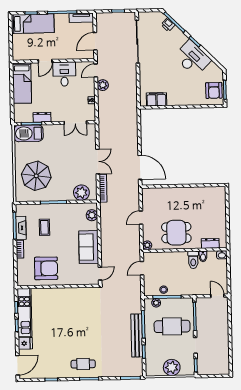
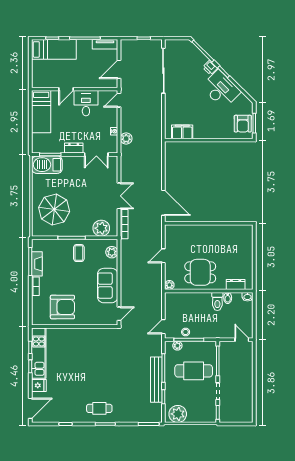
printer: (168, 25) -> (210, 68), moved
plant: (103, 85) -> (126, 139), moved
dresser: (42, 117) -> (74, 148), moved
coffee table: (44, 227) -> (79, 253), moved
door: (142, 268) -> (163, 327), moved
plant: (172, 367) -> (178, 414), moved

